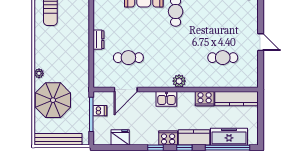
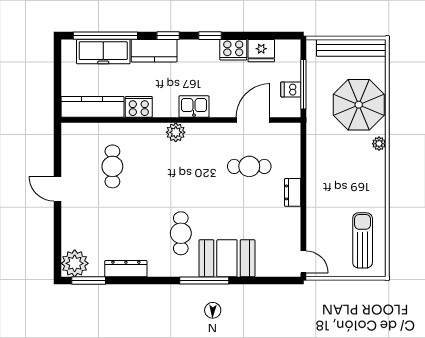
cafe table: (223, 58) -> (112, 166), turned 90
cooker: (168, 138) -> (233, 50), moved

